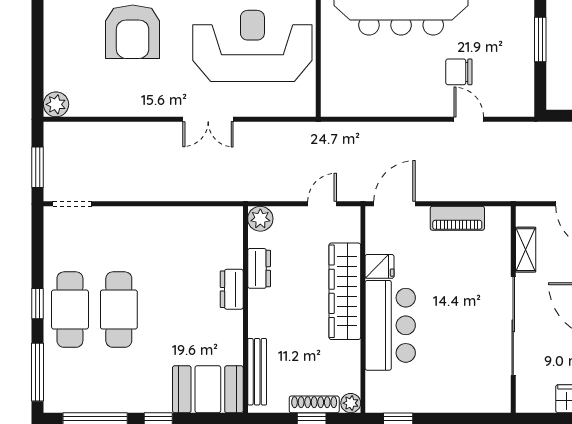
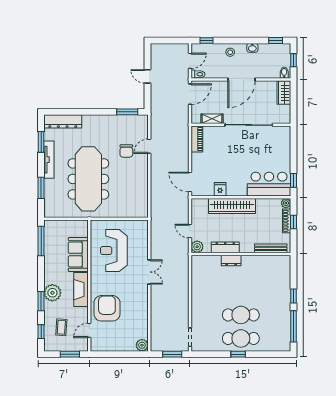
armchair: (133, 32) -> (107, 308), turned -90
window: (540, 39) -> (127, 112), moved
reception desk: (252, 46) -> (114, 251), width x0.74, depth x0.77
door: (322, 204) -> (190, 231), moved
piano: (457, 218) -> (197, 139), moved
dresser: (259, 268) -> (225, 247), width x1.44
bar counter: (390, 325) -> (269, 184), moved
window: (38, 372) -> (271, 354), removed
booth: (208, 389) -> (279, 272), removed

